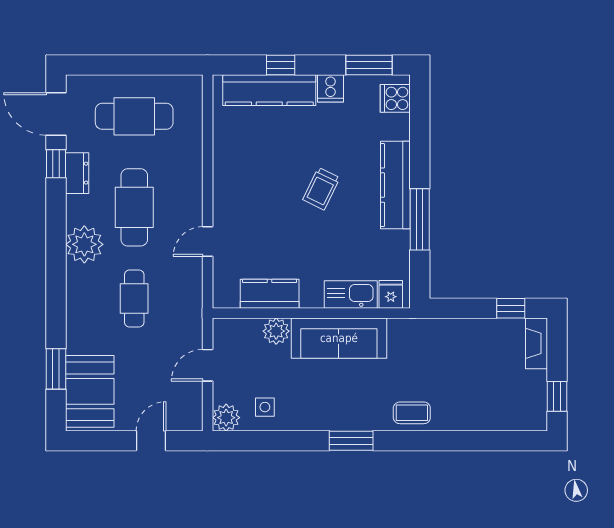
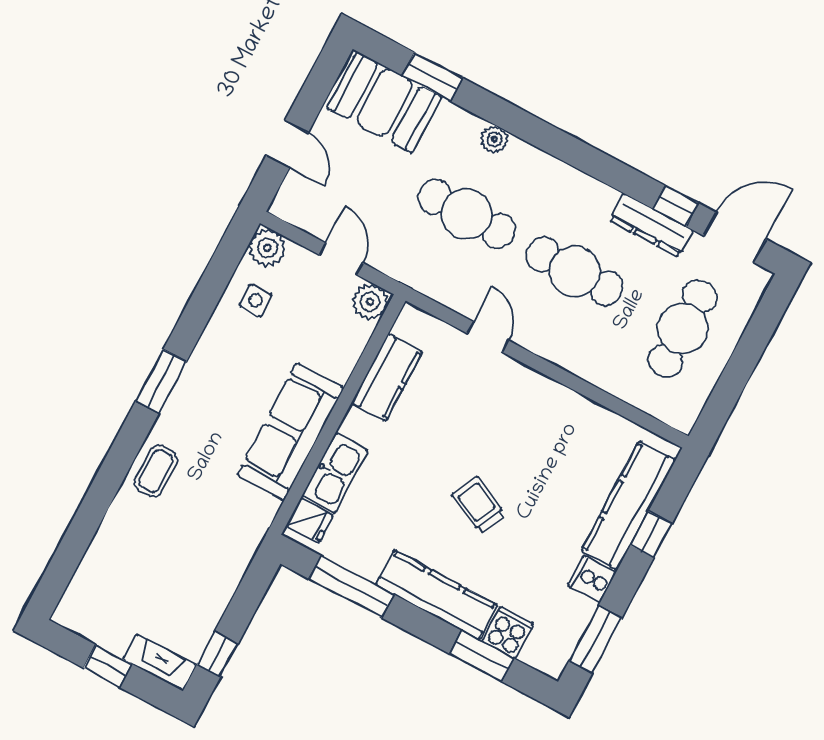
cooker: (395, 98) -> (508, 633), moved
window: (420, 134) -> (482, 656), added
dresser: (77, 173) -> (651, 225), width x1.44
window: (420, 219) -> (351, 587), moved
plant: (84, 244) -> (494, 139), moved, width x0.53, depth x0.53
cafe table: (134, 298) -> (467, 214), width x1.37, depth x1.35
plant: (276, 331) -> (370, 302), moved
window: (557, 396) -> (108, 666), moved

